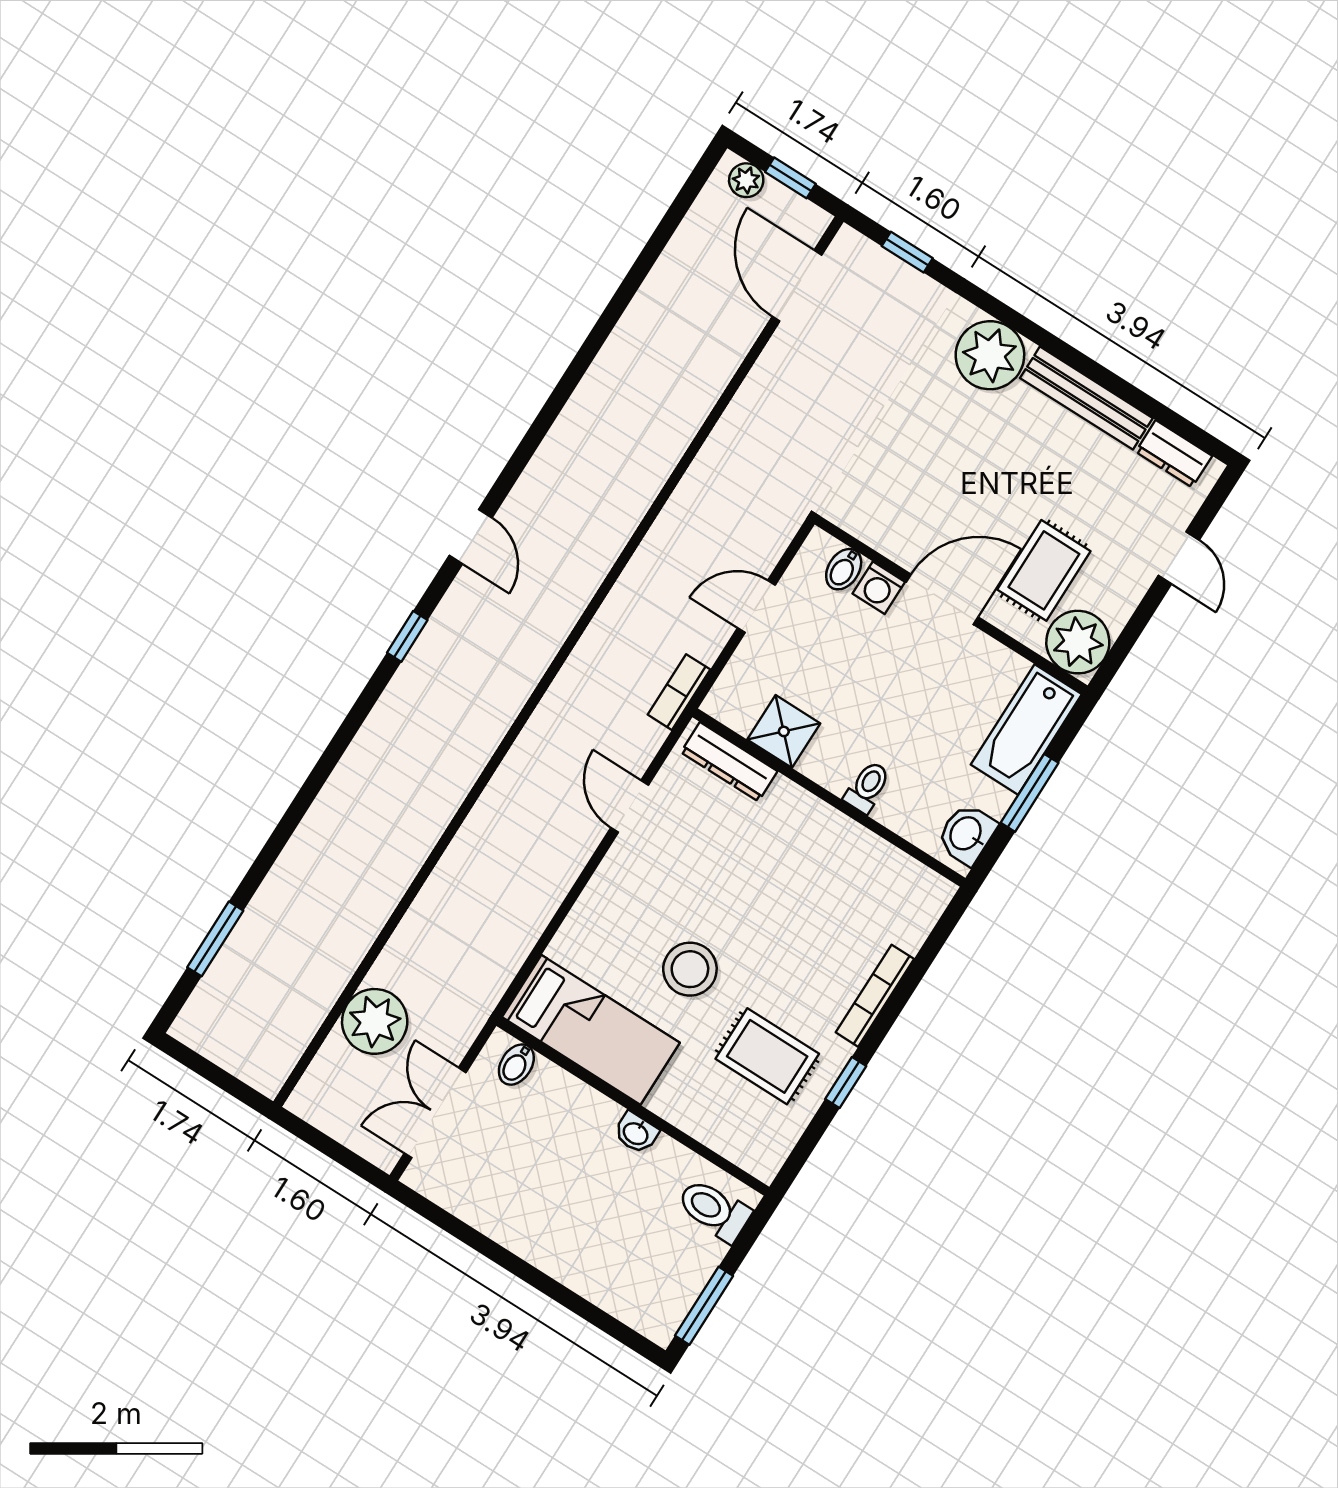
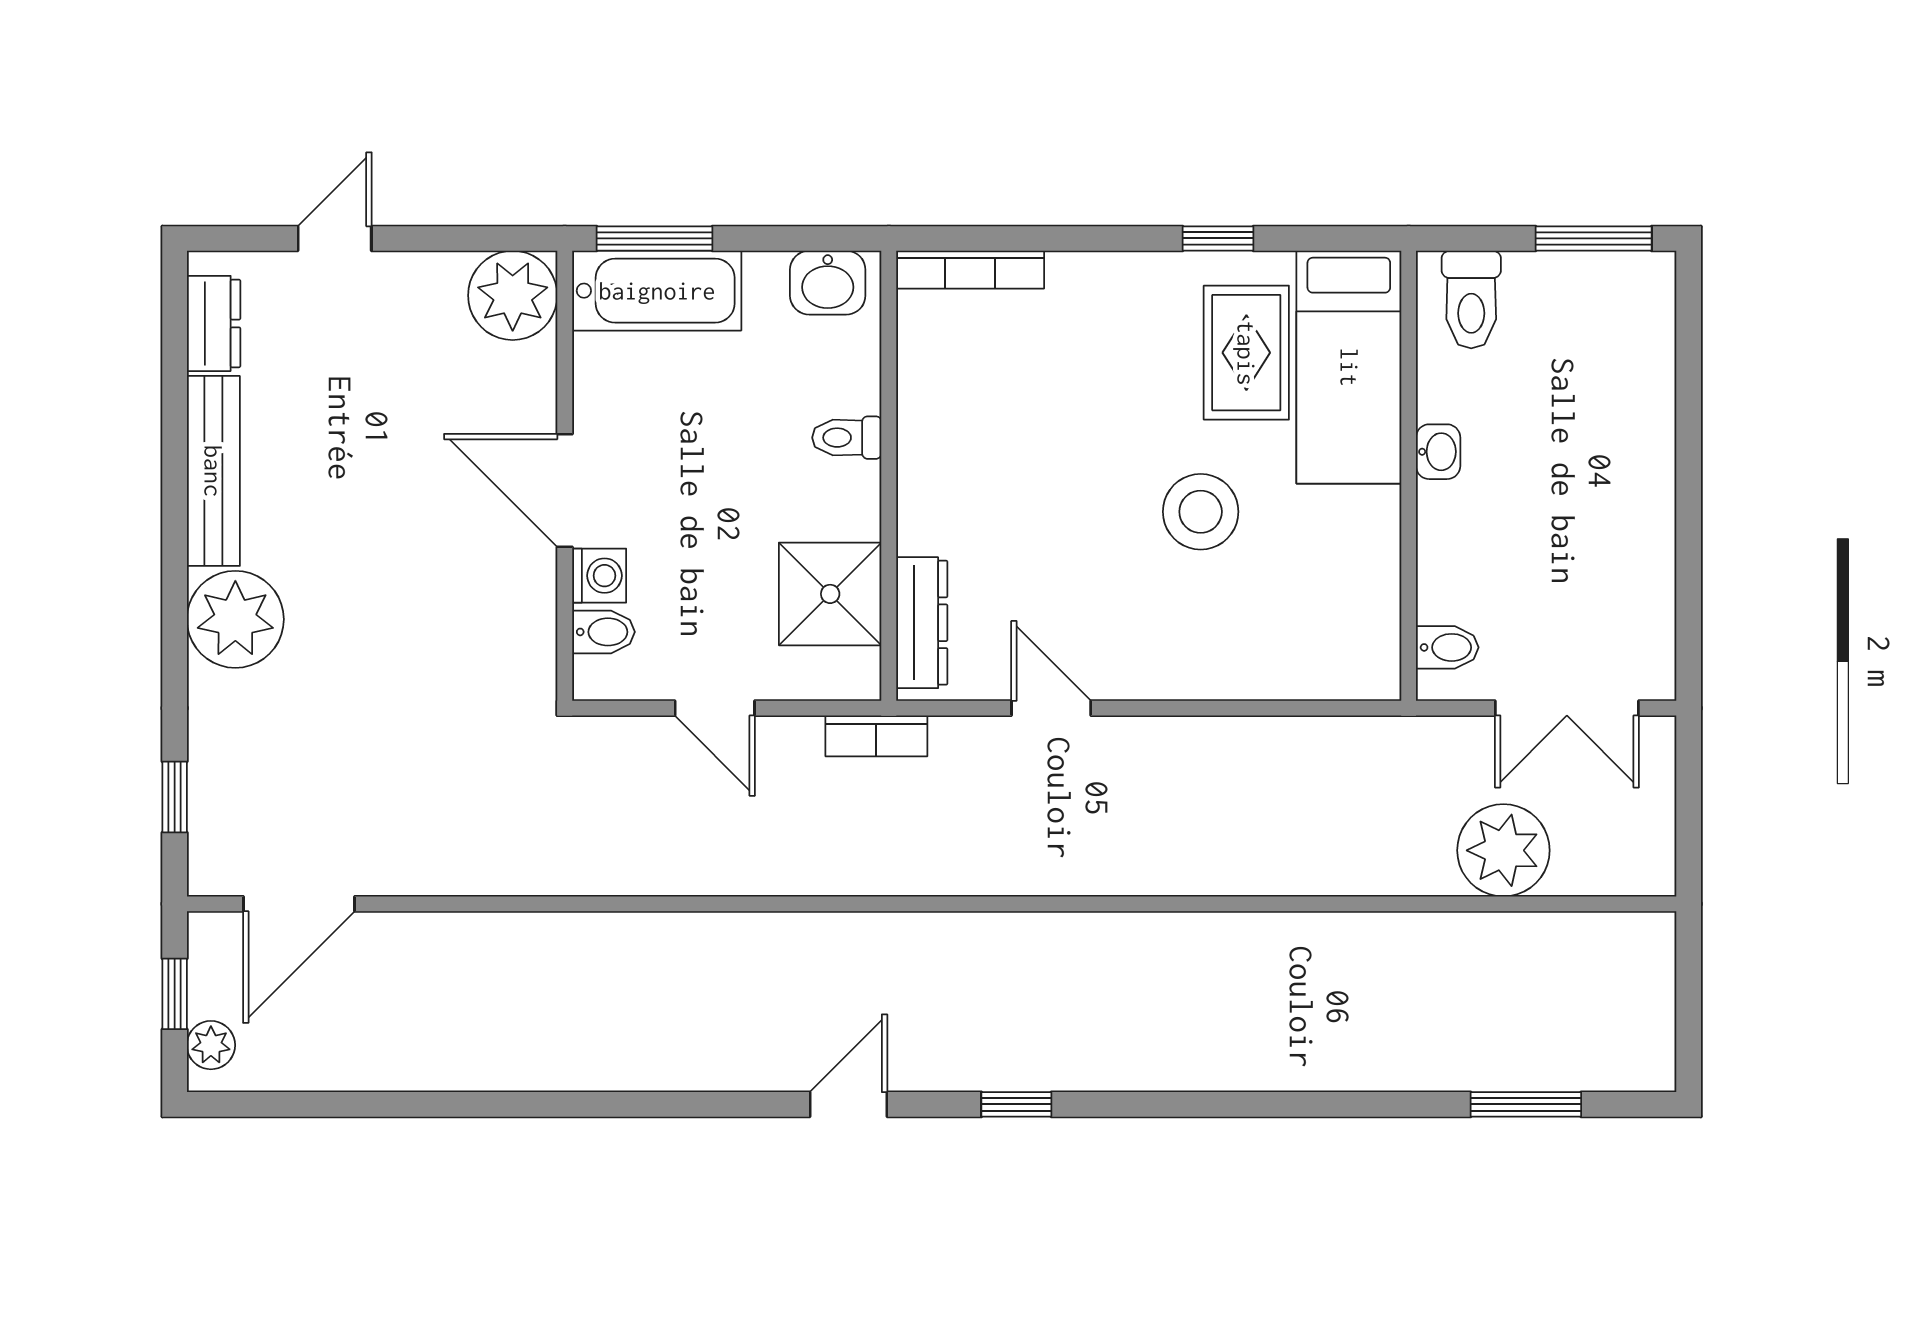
rug: (1044, 570) -> (453, 391), removed
shower: (784, 731) -> (830, 594), width x1.36, depth x1.36
window: (1030, 793) -> (654, 238), moved
door: (630, 806) -> (1051, 708), swing flipped
bookcase: (875, 996) -> (970, 270), moved
bed: (591, 1030) -> (1349, 367), moved, turned 180

